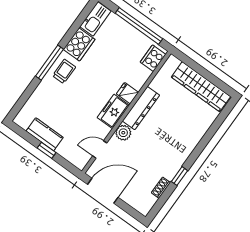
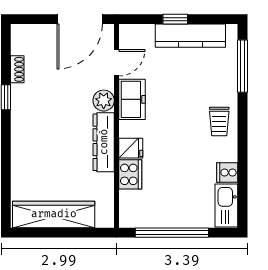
cooker: (79, 44) -> (227, 173), width x0.53, depth x0.76
cooker: (153, 58) -> (130, 174), moved
window: (49, 63) -> (243, 66), moved
freezer: (113, 111) -> (132, 99), moved
kitchen counter: (45, 134) -> (190, 36), width x1.50

